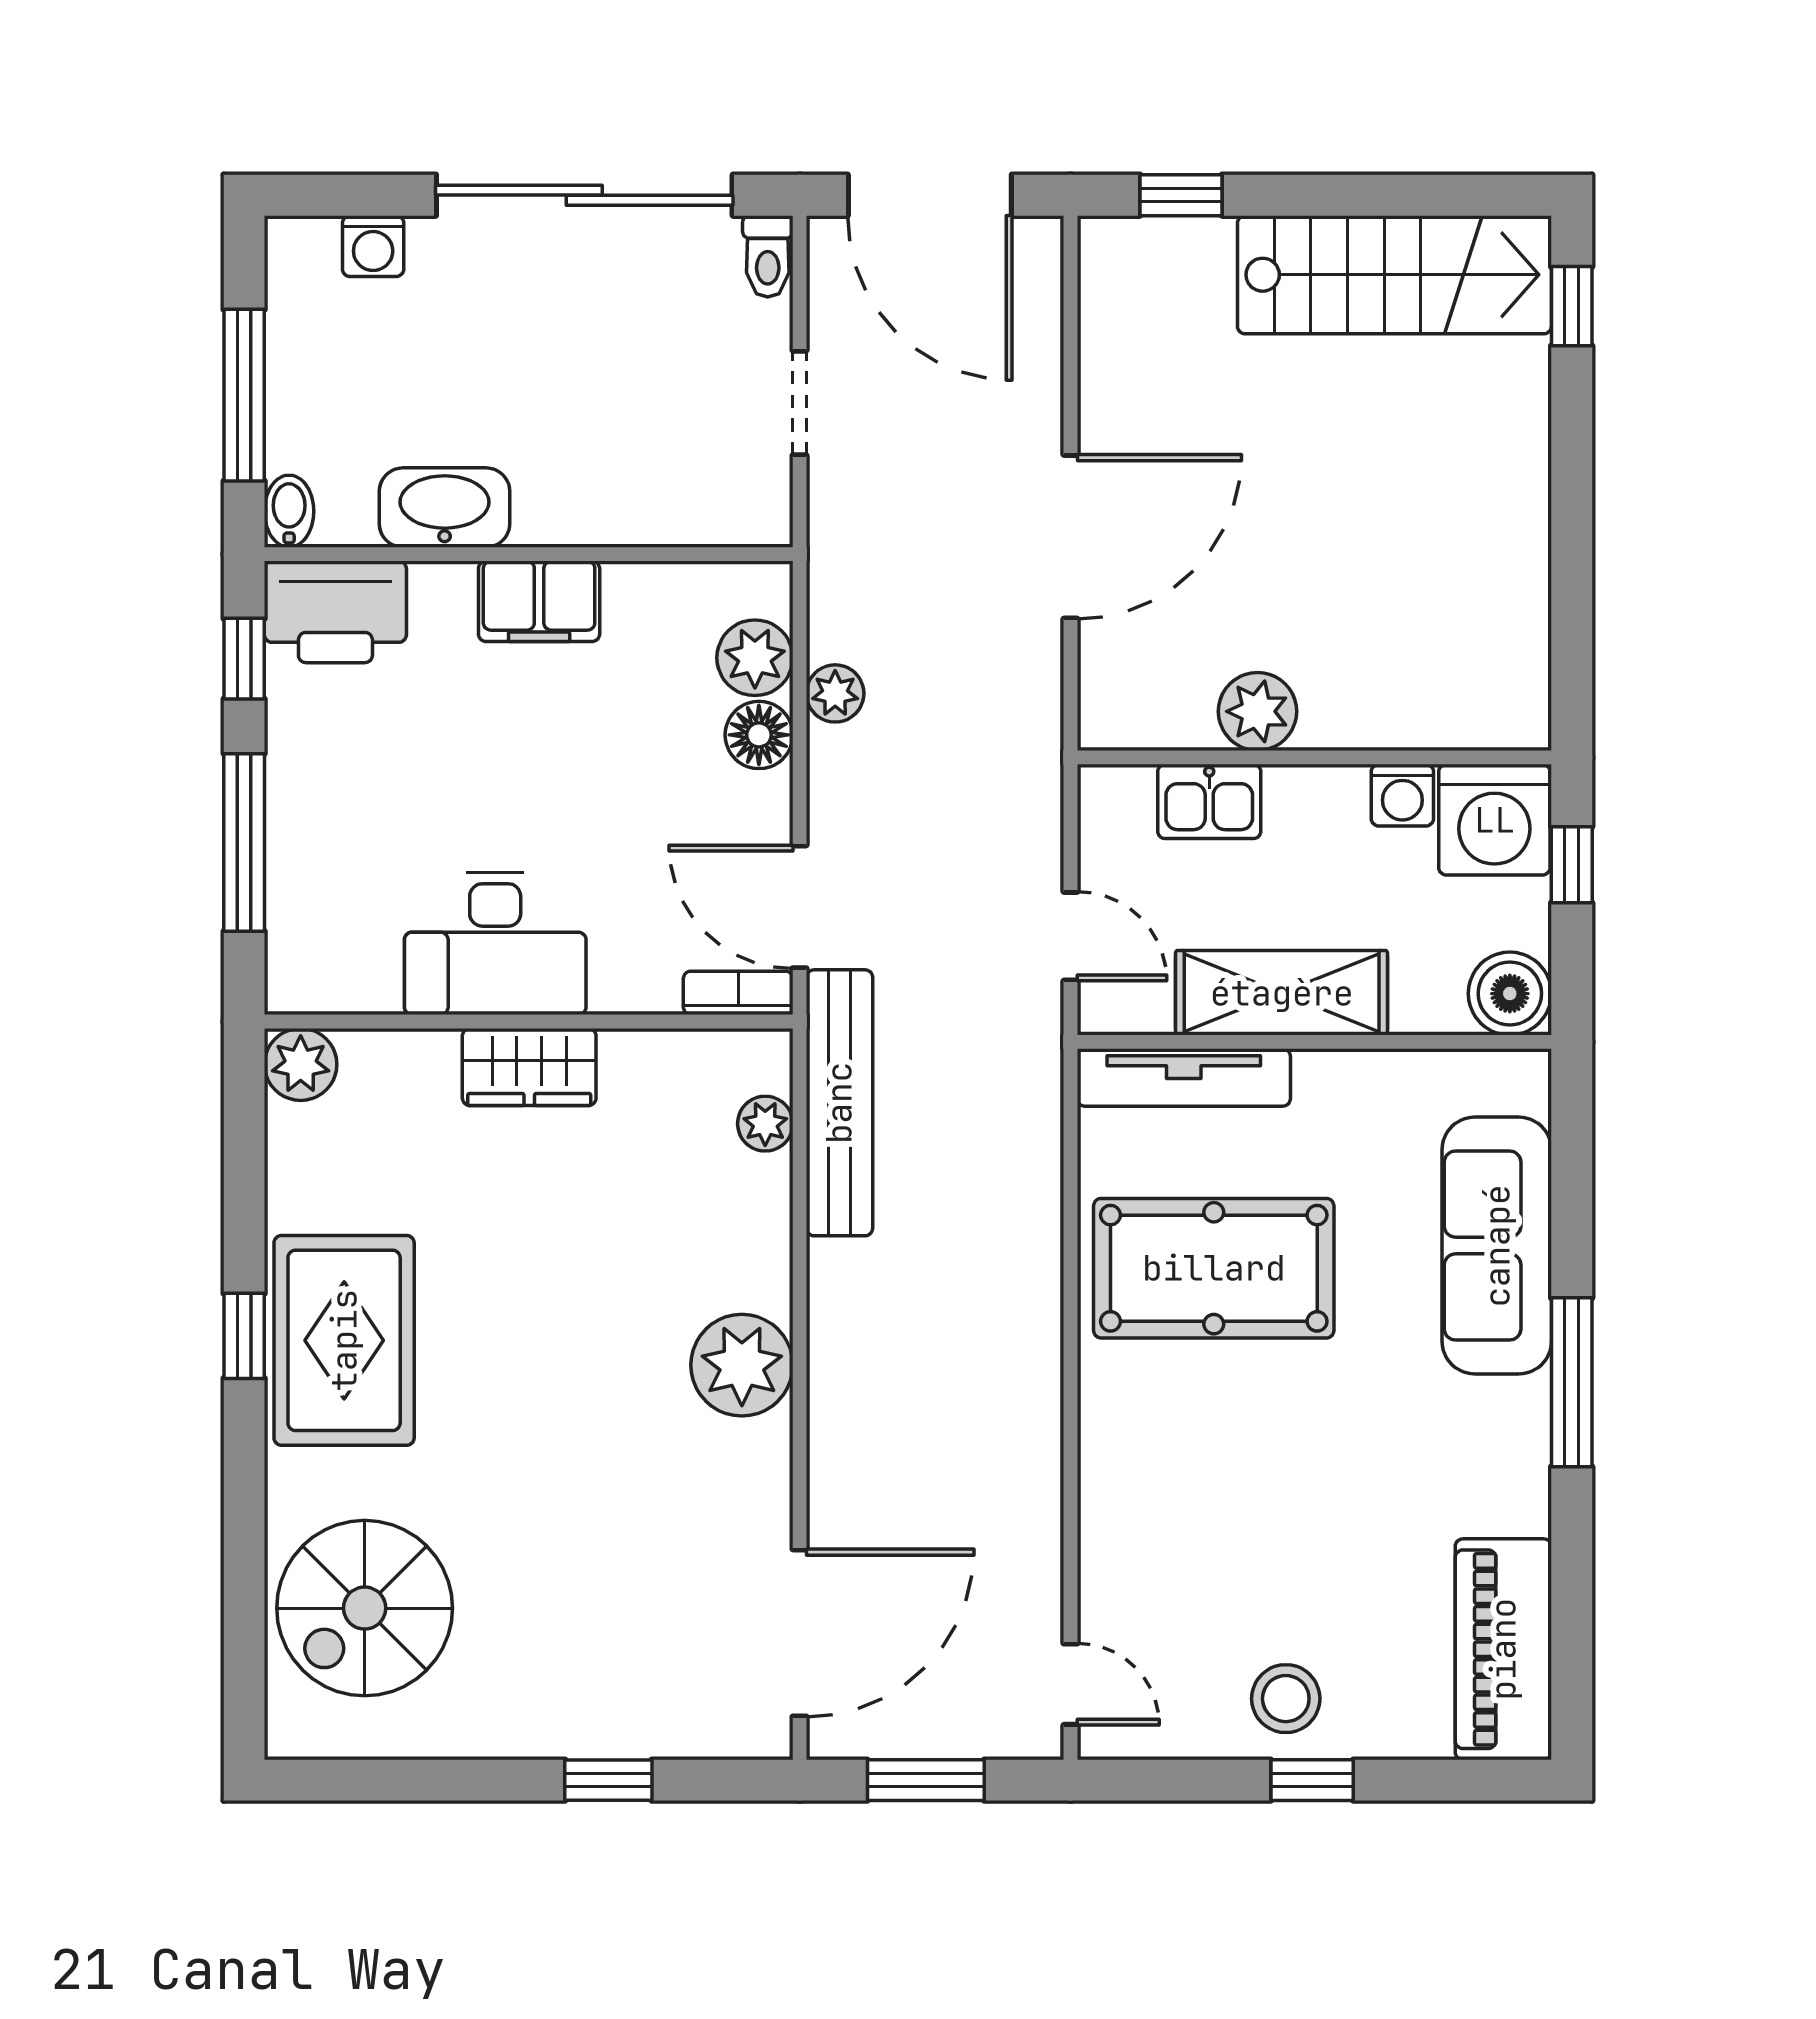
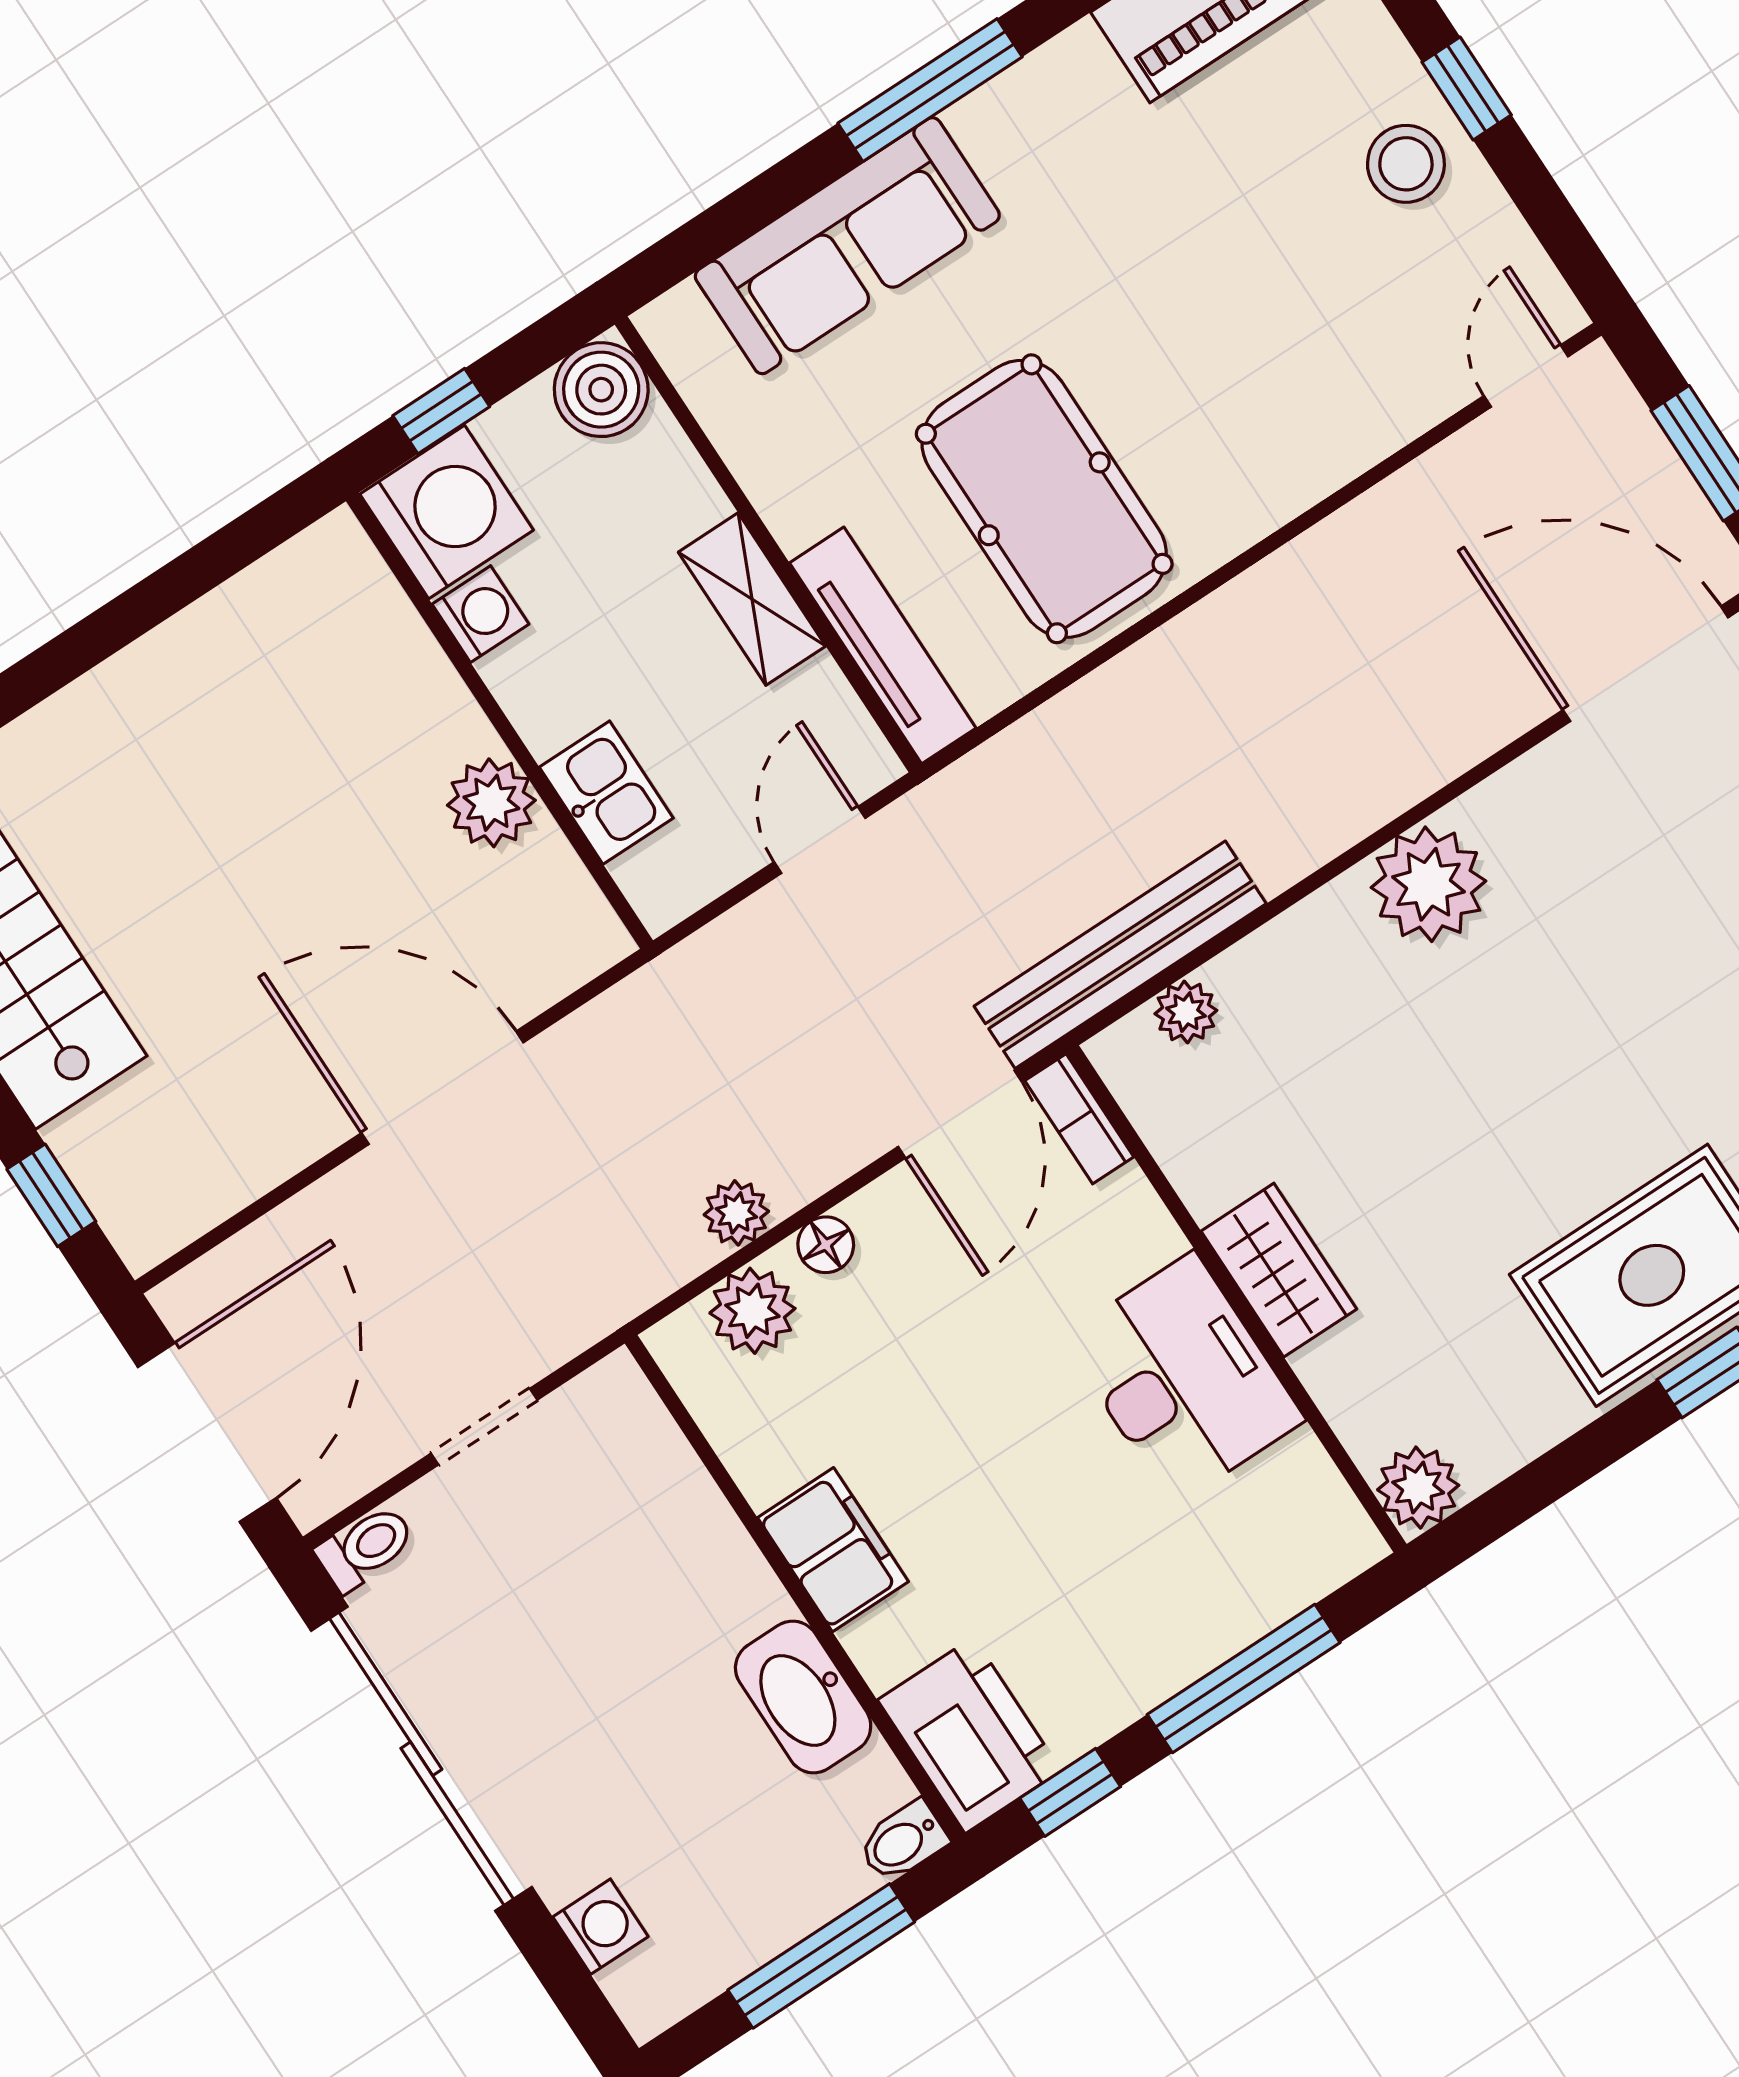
floor lamp: (759, 735) -> (826, 1245), width x0.73, depth x0.73
shelving: (1282, 993) -> (752, 599), width x0.67, depth x0.75

